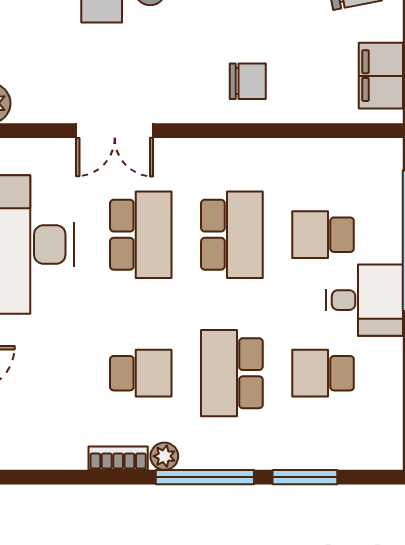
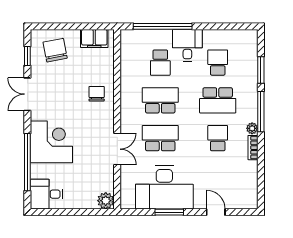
school desk: (323, 373) -> (218, 63), turned 180

